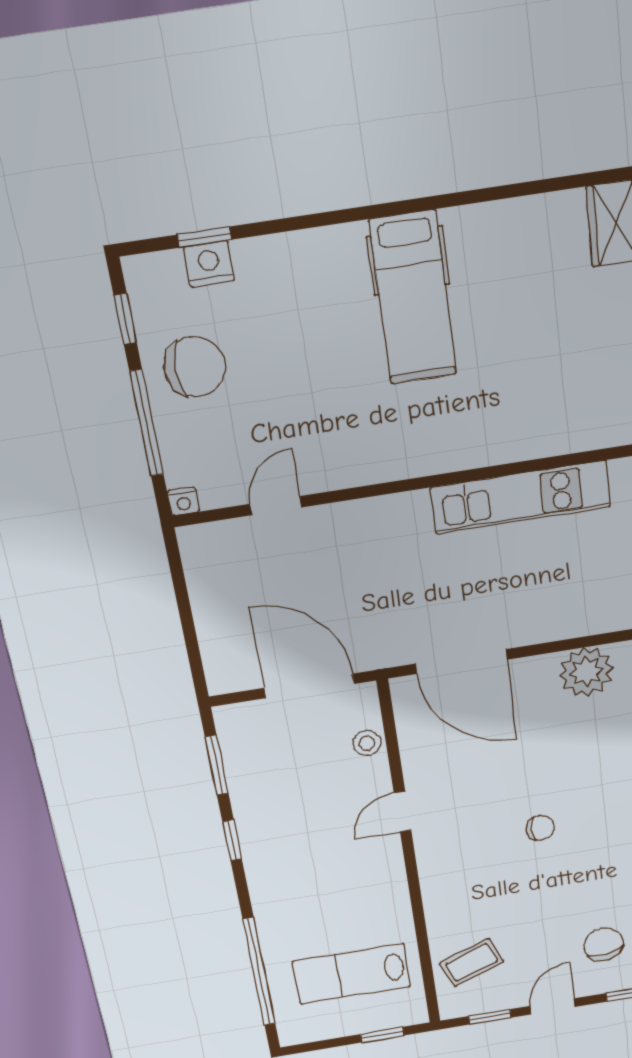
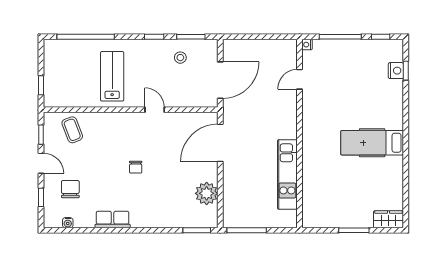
chair: (195, 367) -> (359, 59), removed
door: (276, 506) -> (300, 79), swing flipped
stool: (367, 743) -> (180, 58), moved
chair: (603, 944) -> (70, 189), turned -80
lab bench: (352, 974) -> (112, 76), moved

